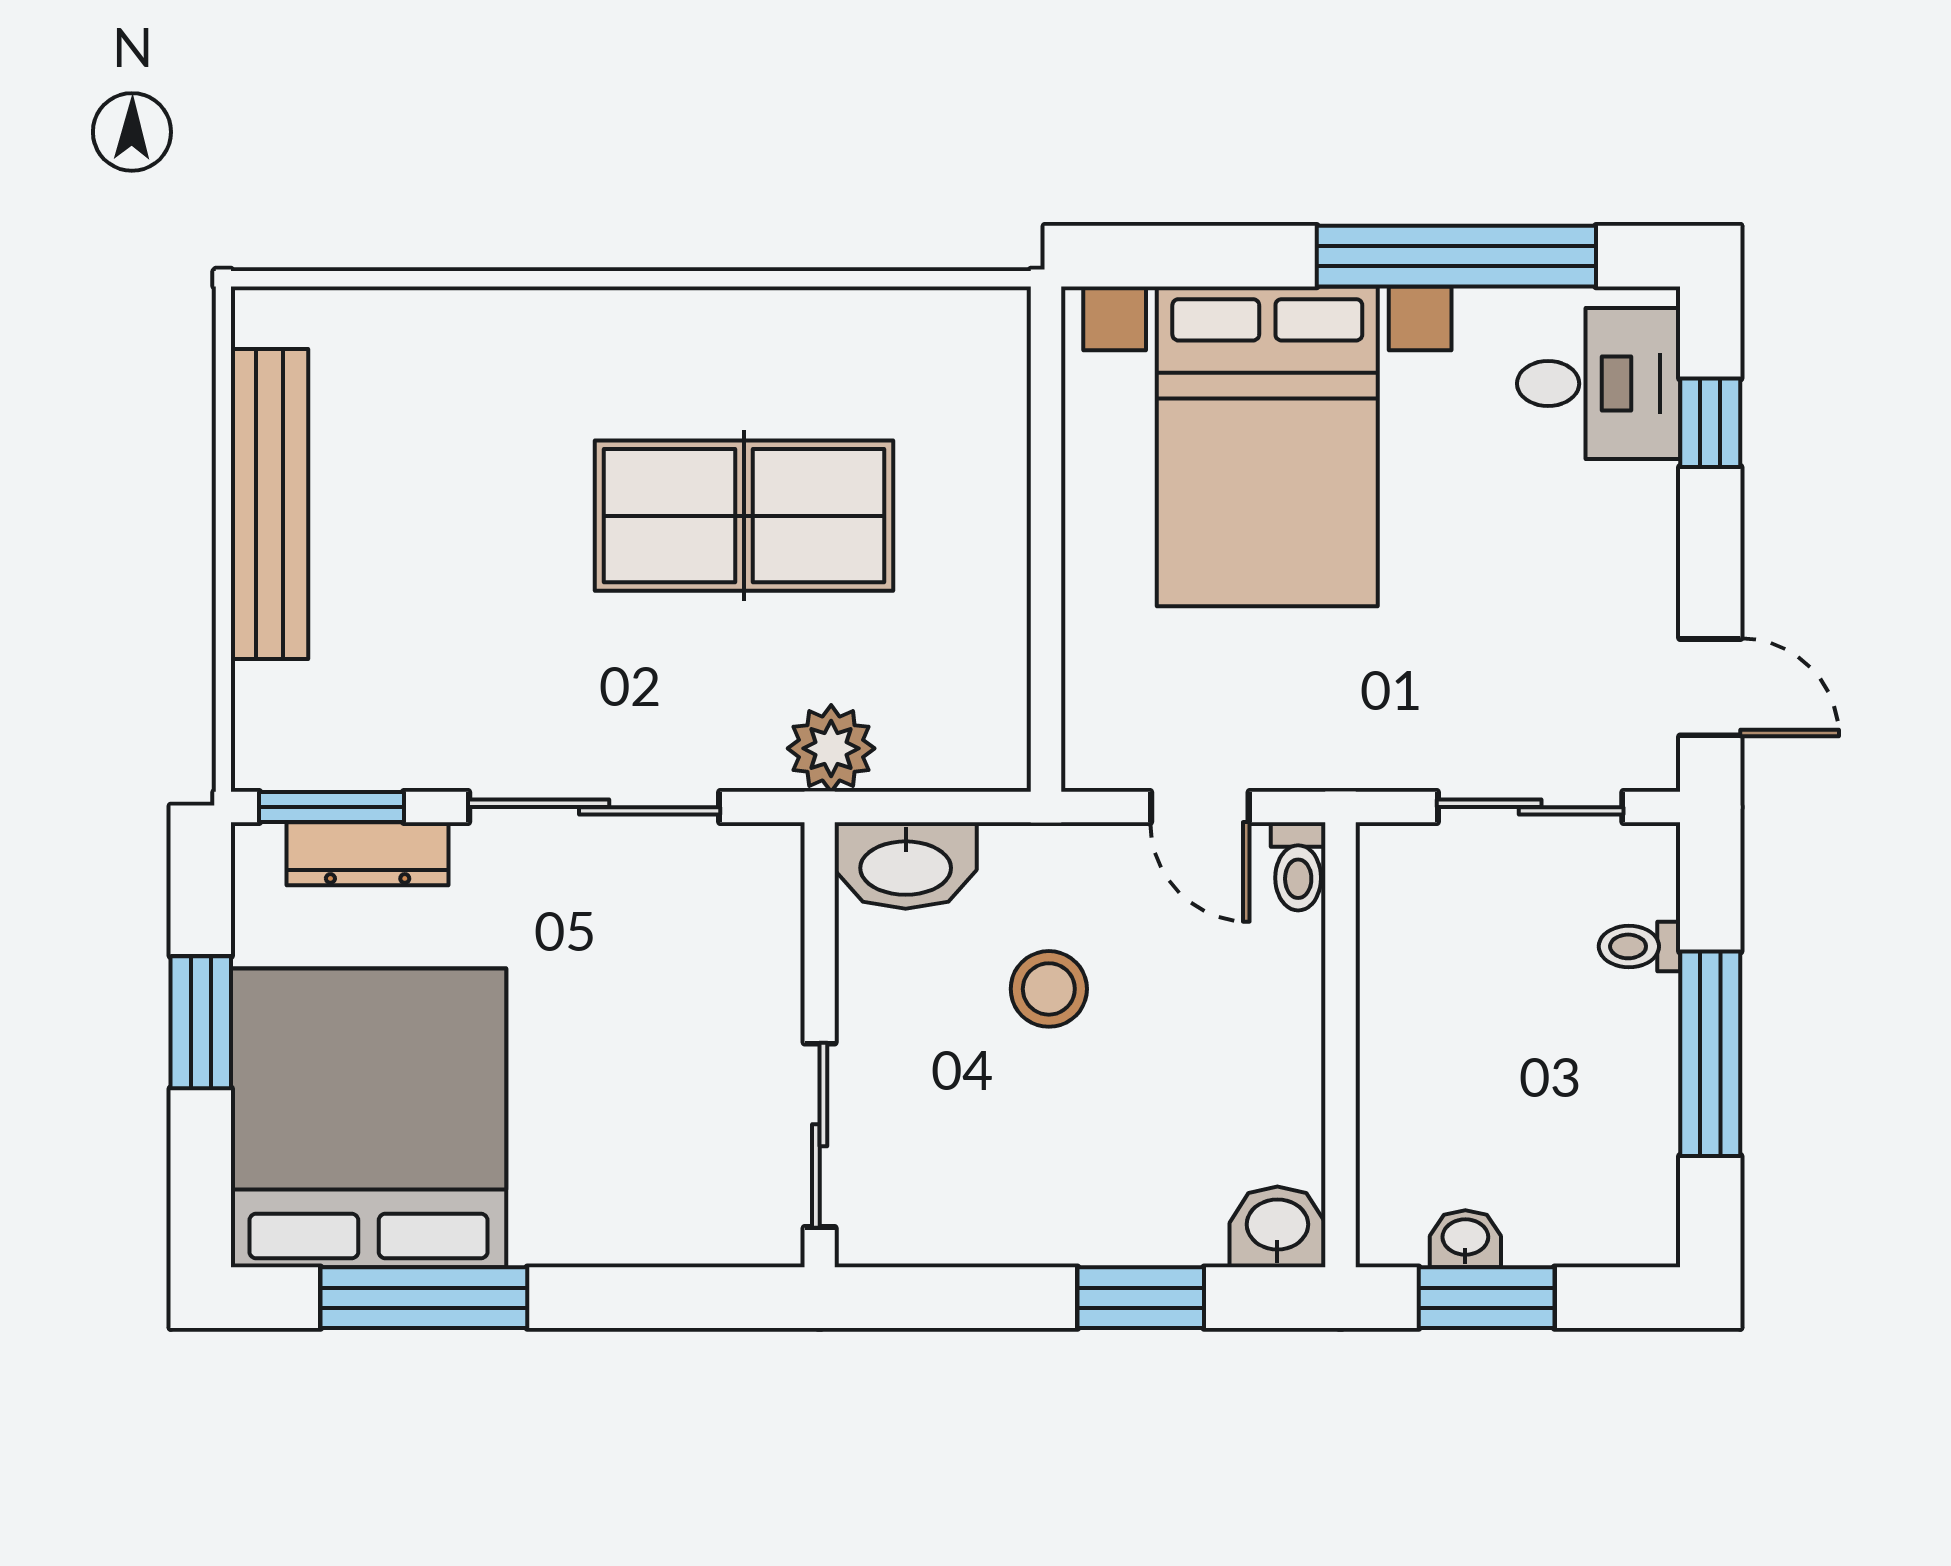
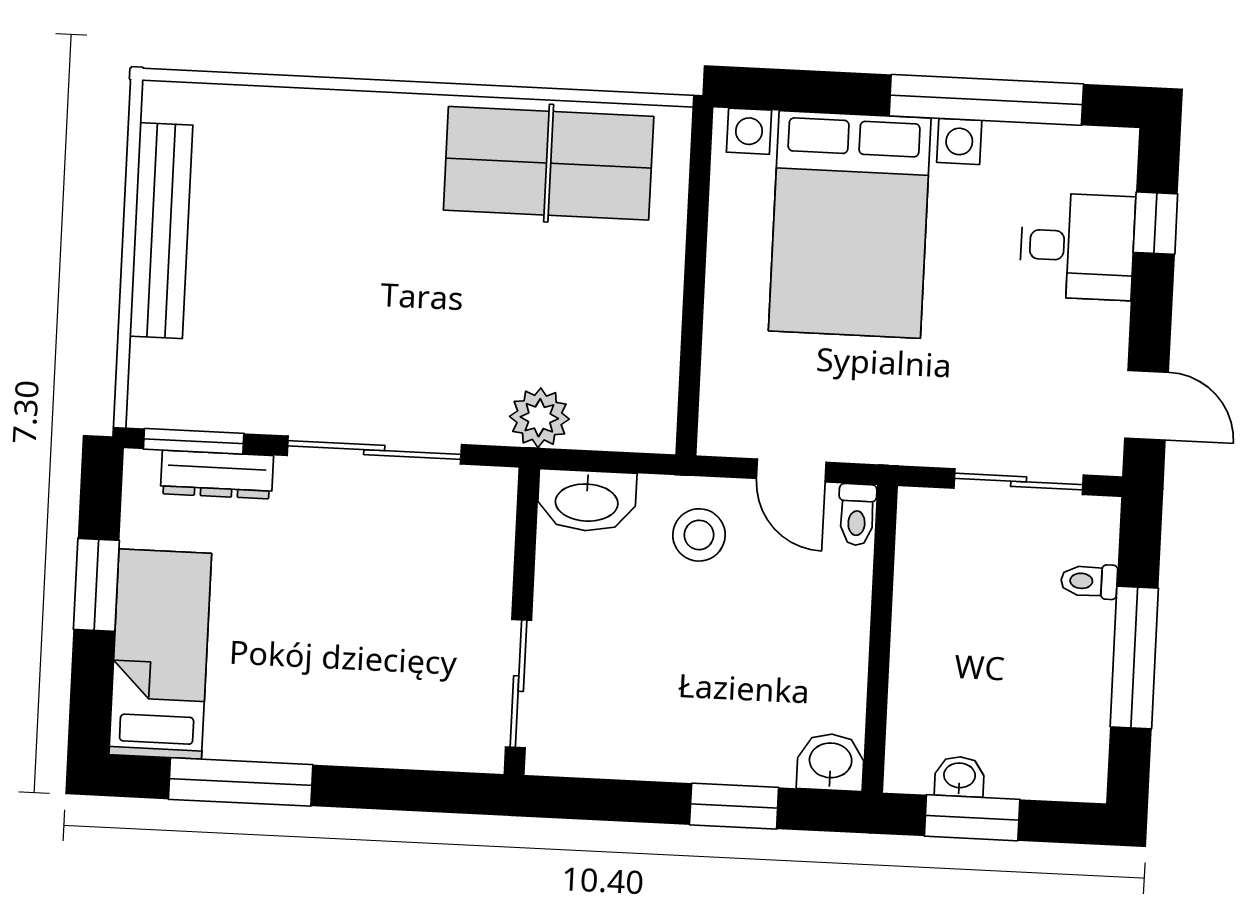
desk: (1599, 384) -> (1077, 246), moved
table tennis table: (744, 516) -> (549, 163), moved
stool: (1049, 989) -> (699, 535), moved
bed: (368, 1118) -> (160, 654), width x0.49

